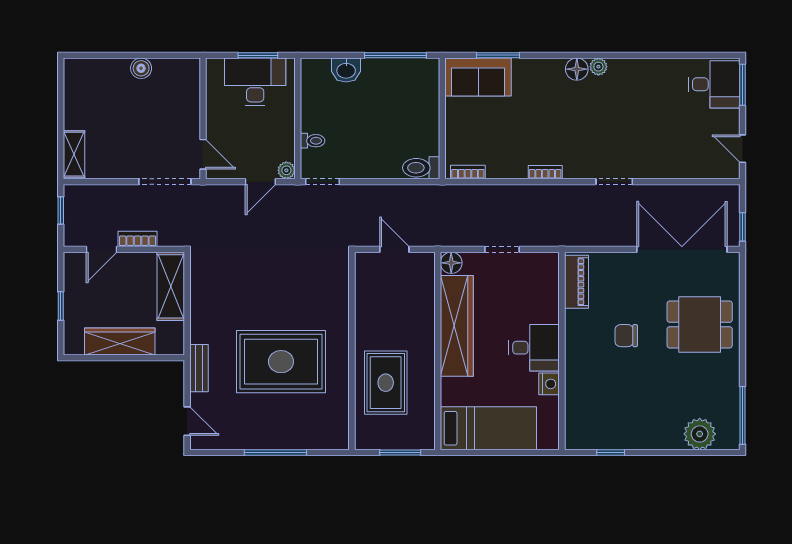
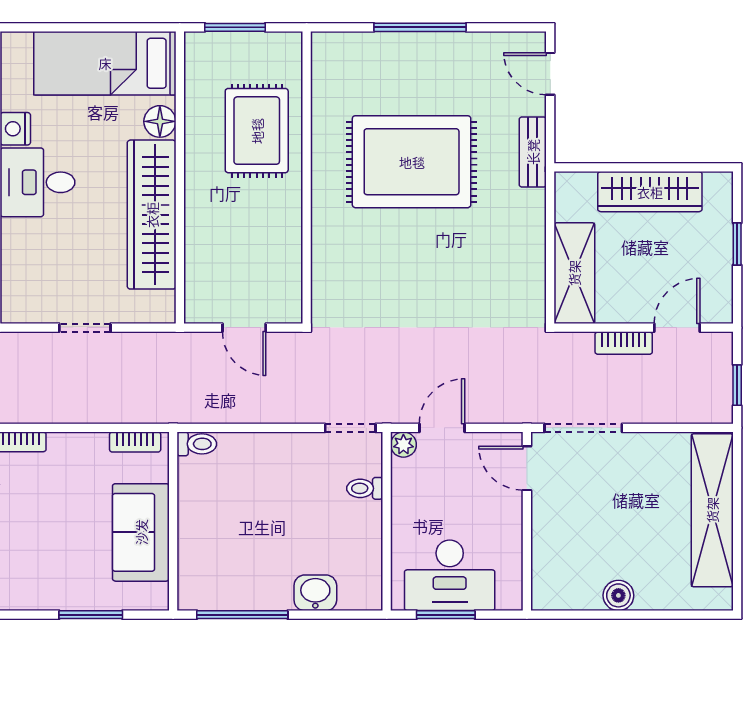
sofa: (478, 77) -> (141, 532), moved, turned -90
shelving: (74, 154) -> (712, 510), width x2.20, depth x1.33
toilet: (421, 168) -> (197, 444), width x0.73, depth x0.72
floor lamp: (451, 263) -> (160, 121), moved

